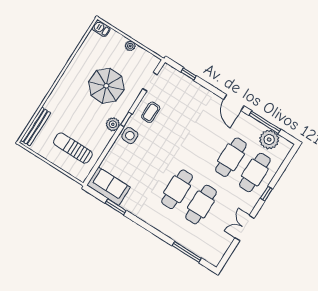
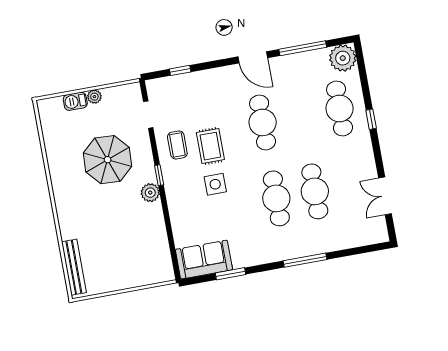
barbecue: (101, 28) -> (75, 101), moved
rug: (168, 129) -> (210, 146), added
side table: (130, 136) -> (215, 184), moved
plant: (269, 140) -> (343, 58), moved
sun lounger: (73, 148) -> (132, 254), removed
cafe table: (231, 157) -> (263, 122), moved
double door: (245, 228) -> (385, 196), moved
window: (187, 252) -> (305, 260), moved

